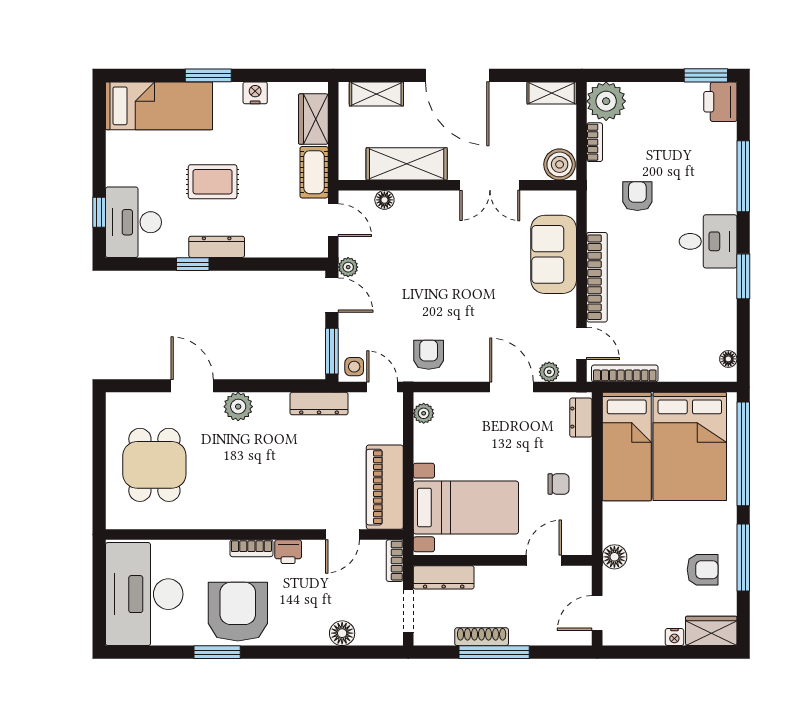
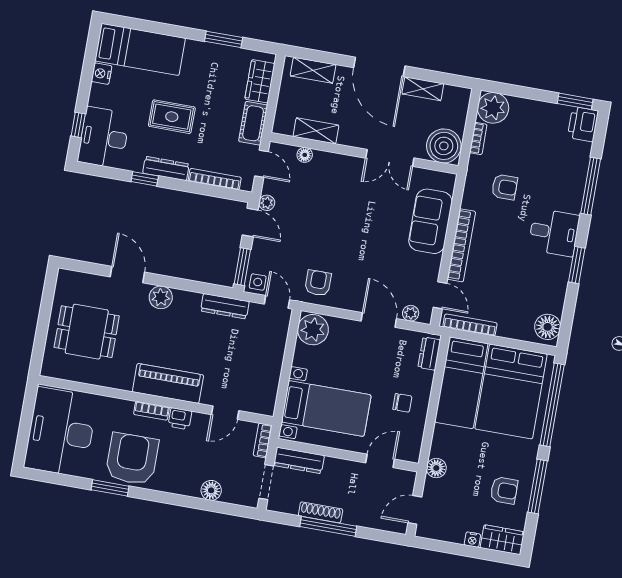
window: (208, 75) -> (224, 39), moved
nightstand: (255, 93) -> (102, 74), moved, turned -90
shelving: (552, 93) -> (423, 89), moved
shelving: (407, 164) -> (316, 131), width x0.67, depth x0.75
boiler: (560, 164) -> (444, 146), width x1.37, depth x1.37
armchair: (637, 196) -> (504, 187), turned 90
bookcase: (279, 249) -> (215, 179), added
floor lamp: (728, 359) -> (548, 327), width x1.89, depth x1.89
plant: (424, 413) -> (313, 330), width x1.87, depth x1.87
dining table: (154, 465) -> (87, 332), turned 90
piano: (385, 487) -> (168, 383), moved, turned 90

